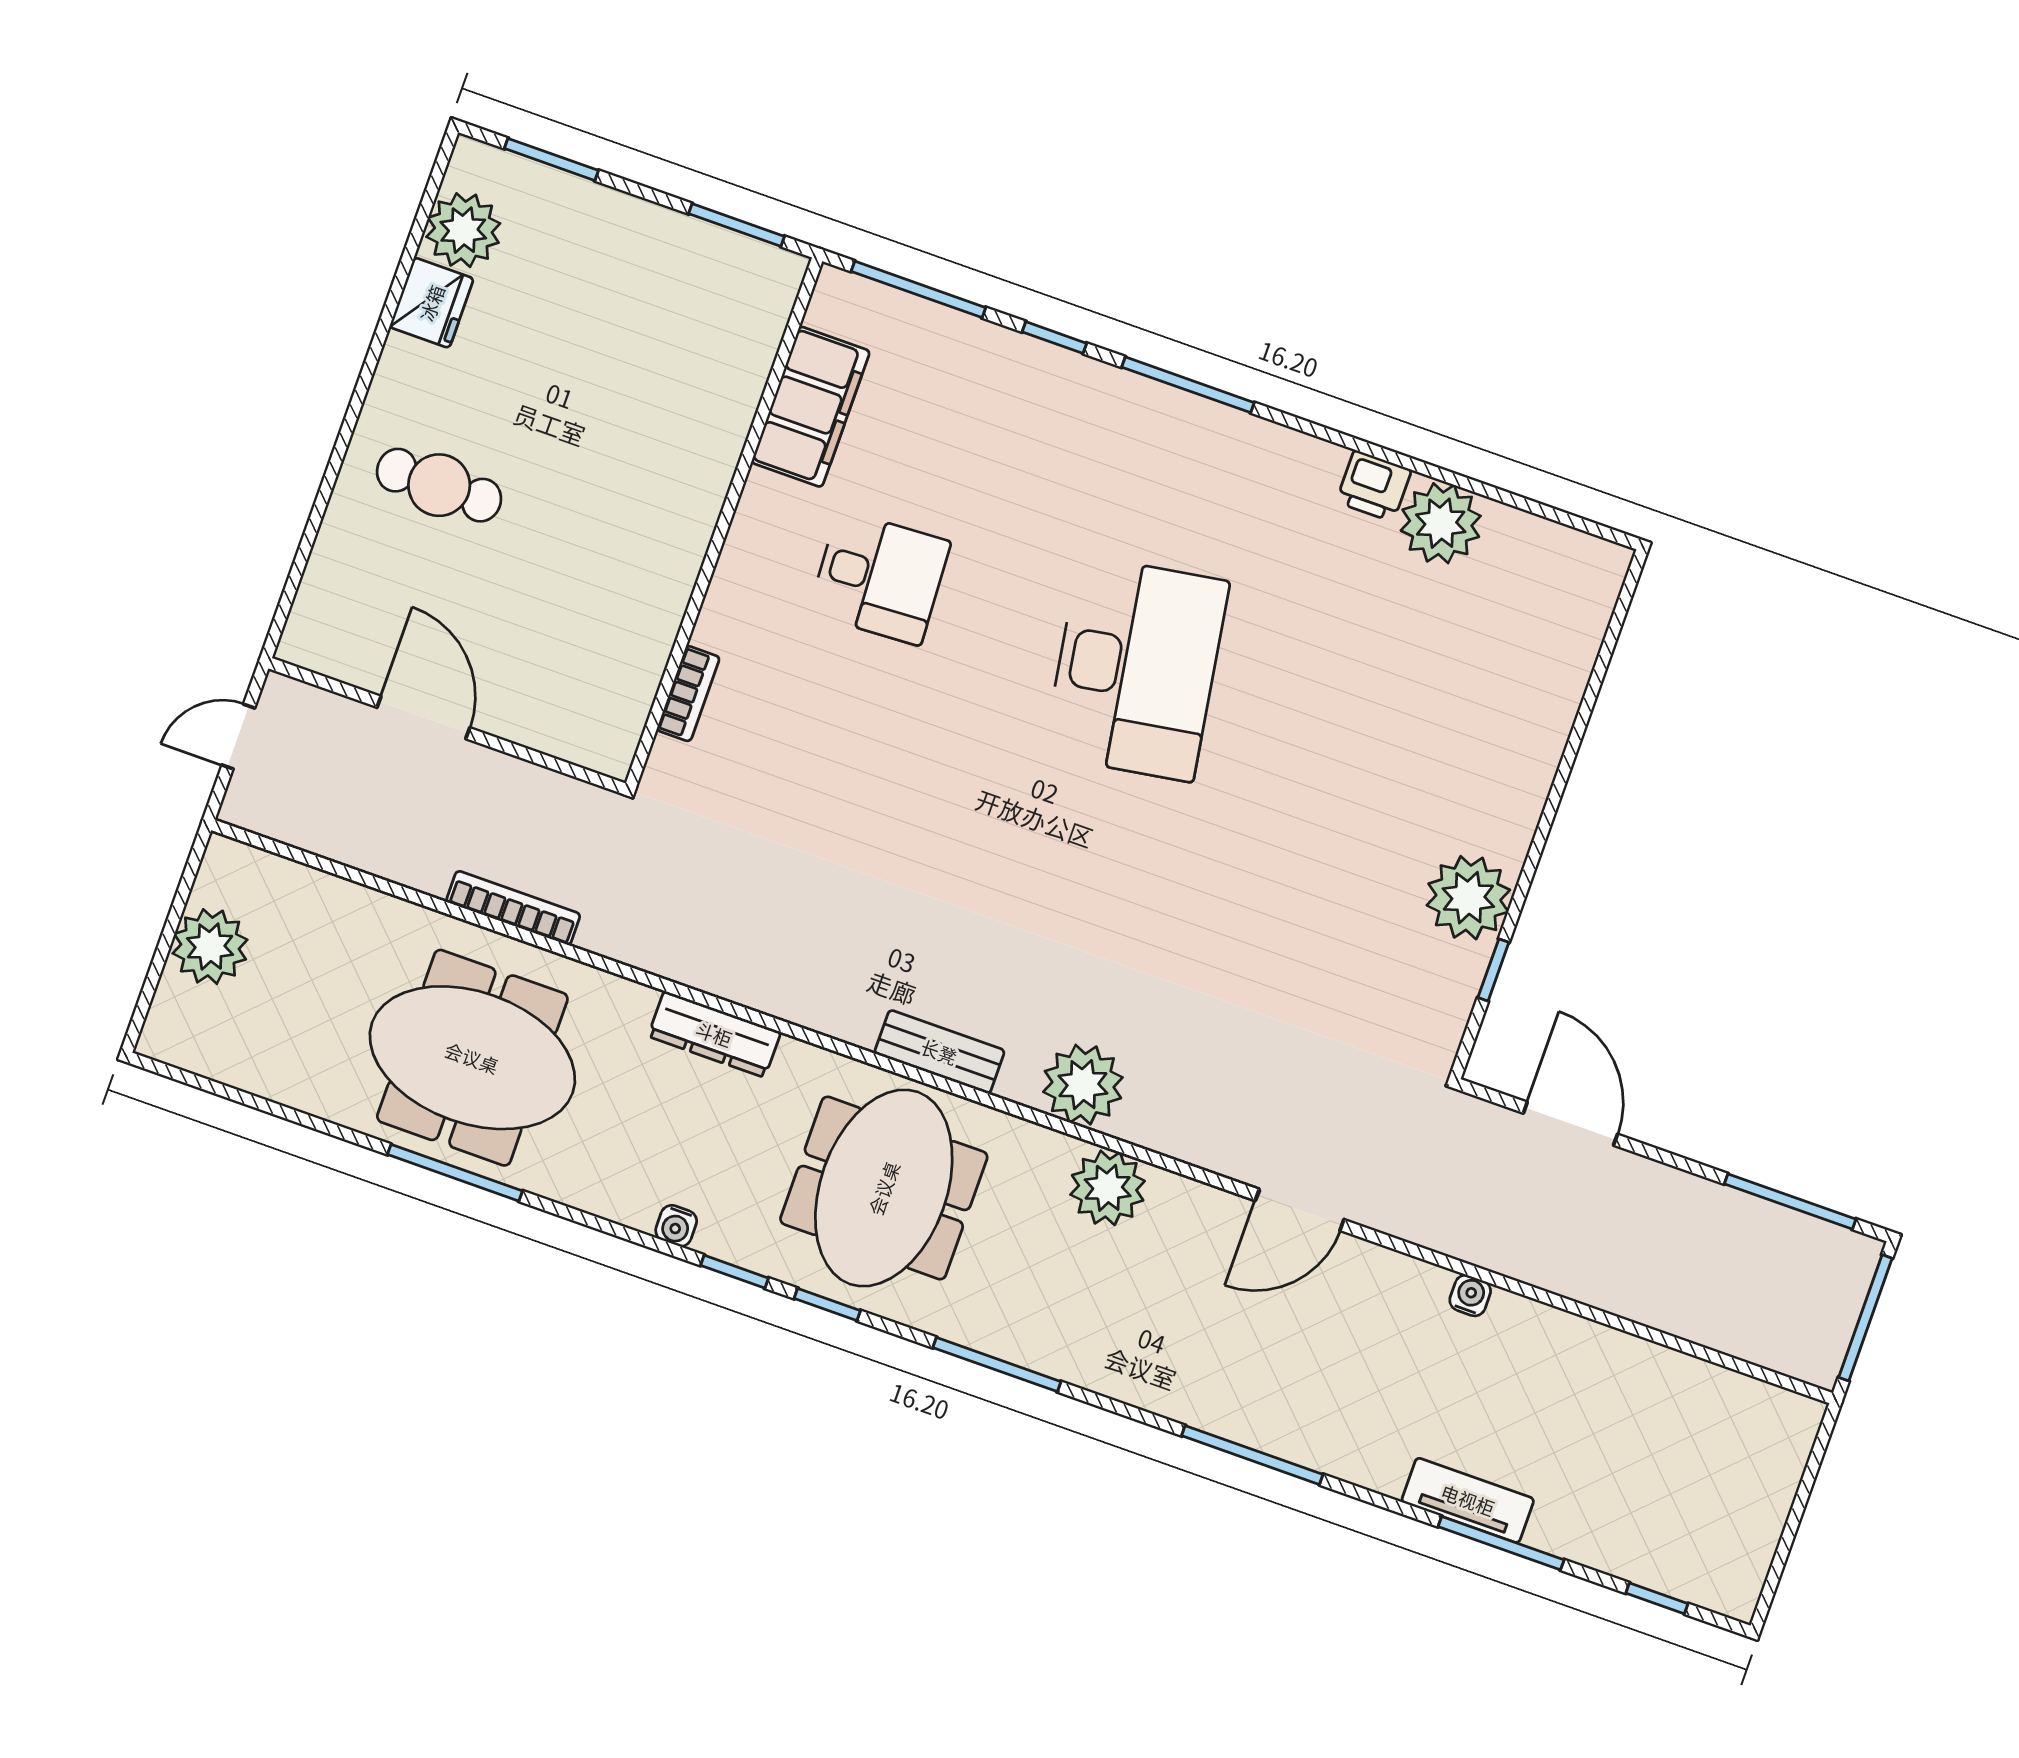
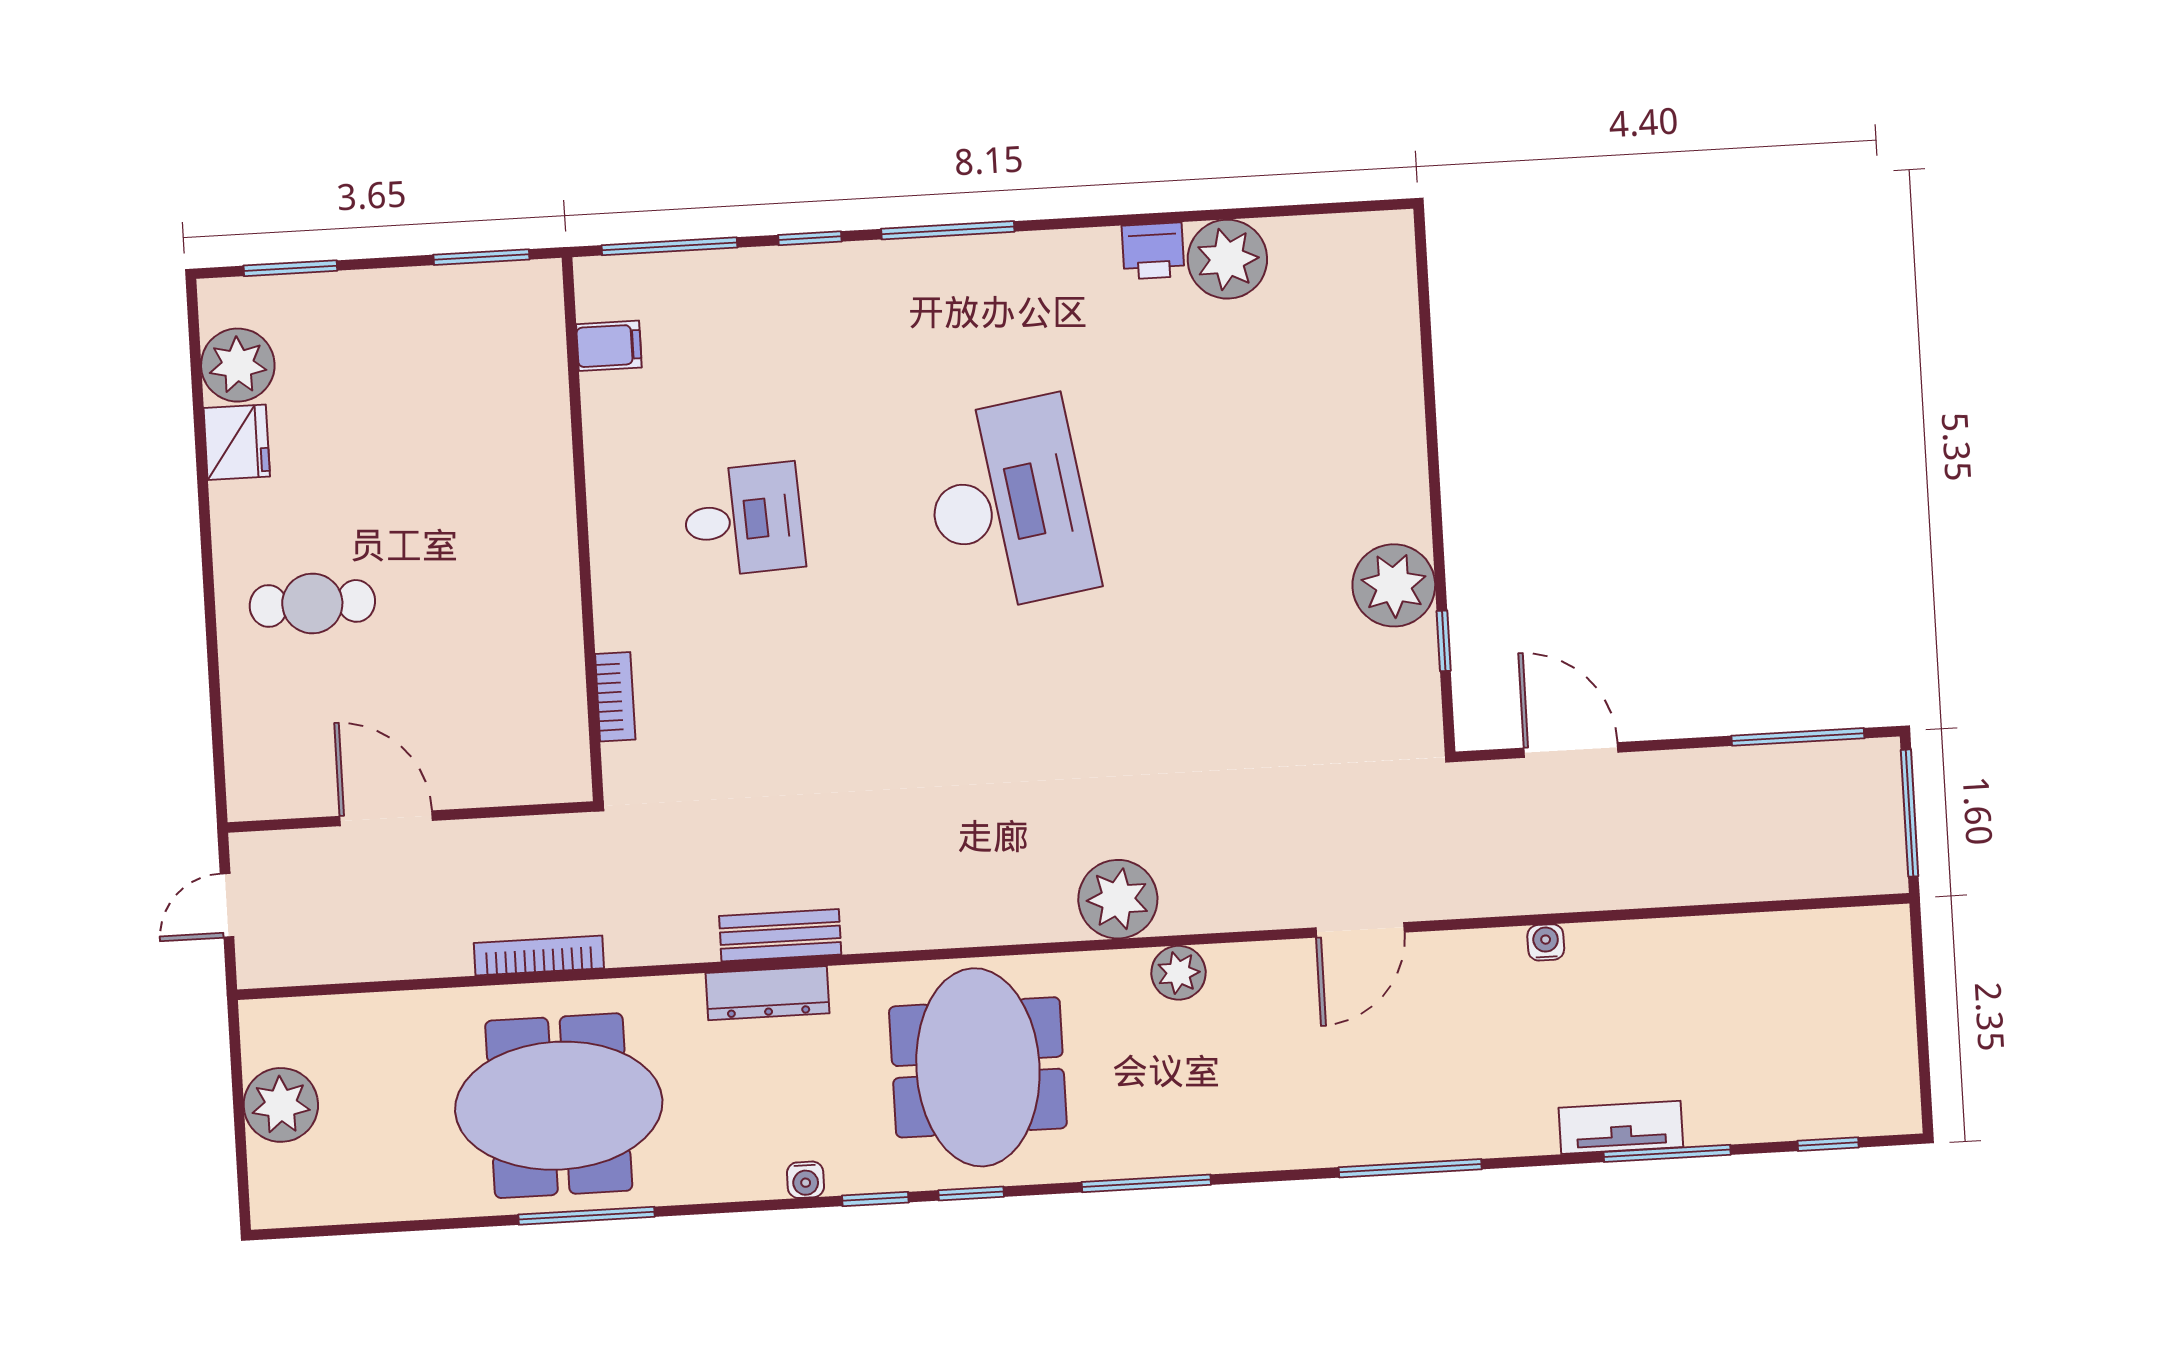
filing cabinet: (811, 407) -> (609, 346), width x0.33, depth x0.86
bench: (939, 1052) -> (780, 935), moved
plant: (1108, 1188) -> (1178, 973), width x0.73, depth x0.73

